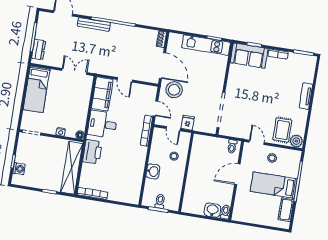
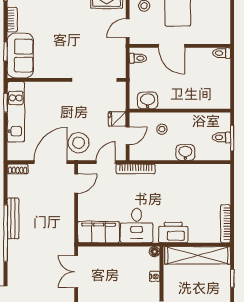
bench: (94, 24) -> (13, 218), moved
door: (125, 80) -> (76, 183), moved
washbasin: (212, 210) -> (148, 100), moved, turned 90

